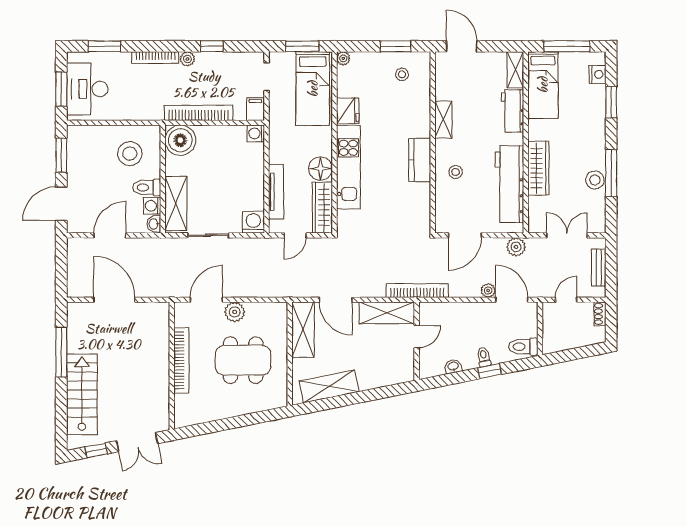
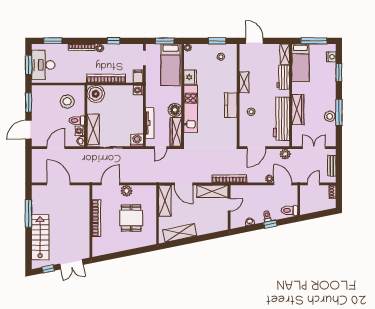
dining table: (243, 360) -> (131, 218), width x0.73

